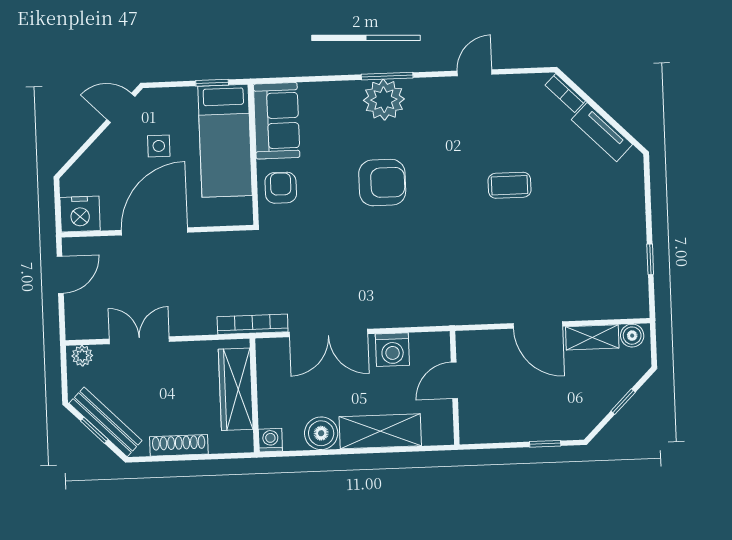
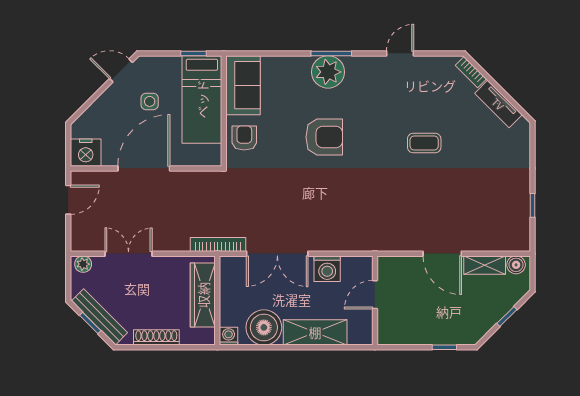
boiler: (321, 433) -> (264, 327), width x1.37, depth x1.37

